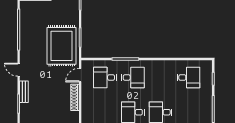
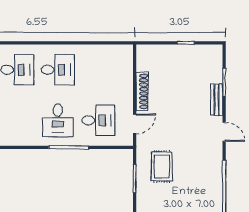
rug: (62, 46) -> (162, 167), width x0.54, depth x0.49
desk: (133, 78) -> (58, 120), turned -90

